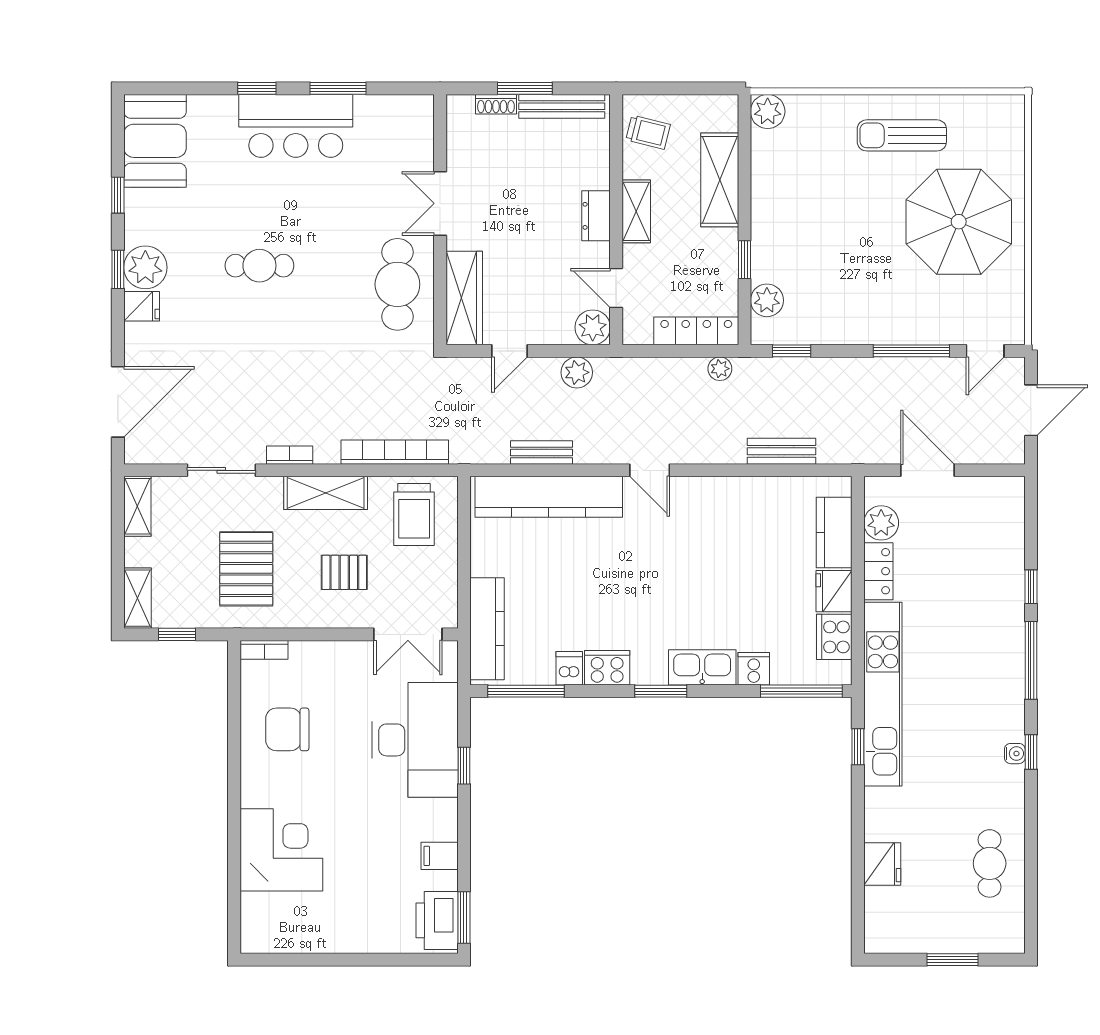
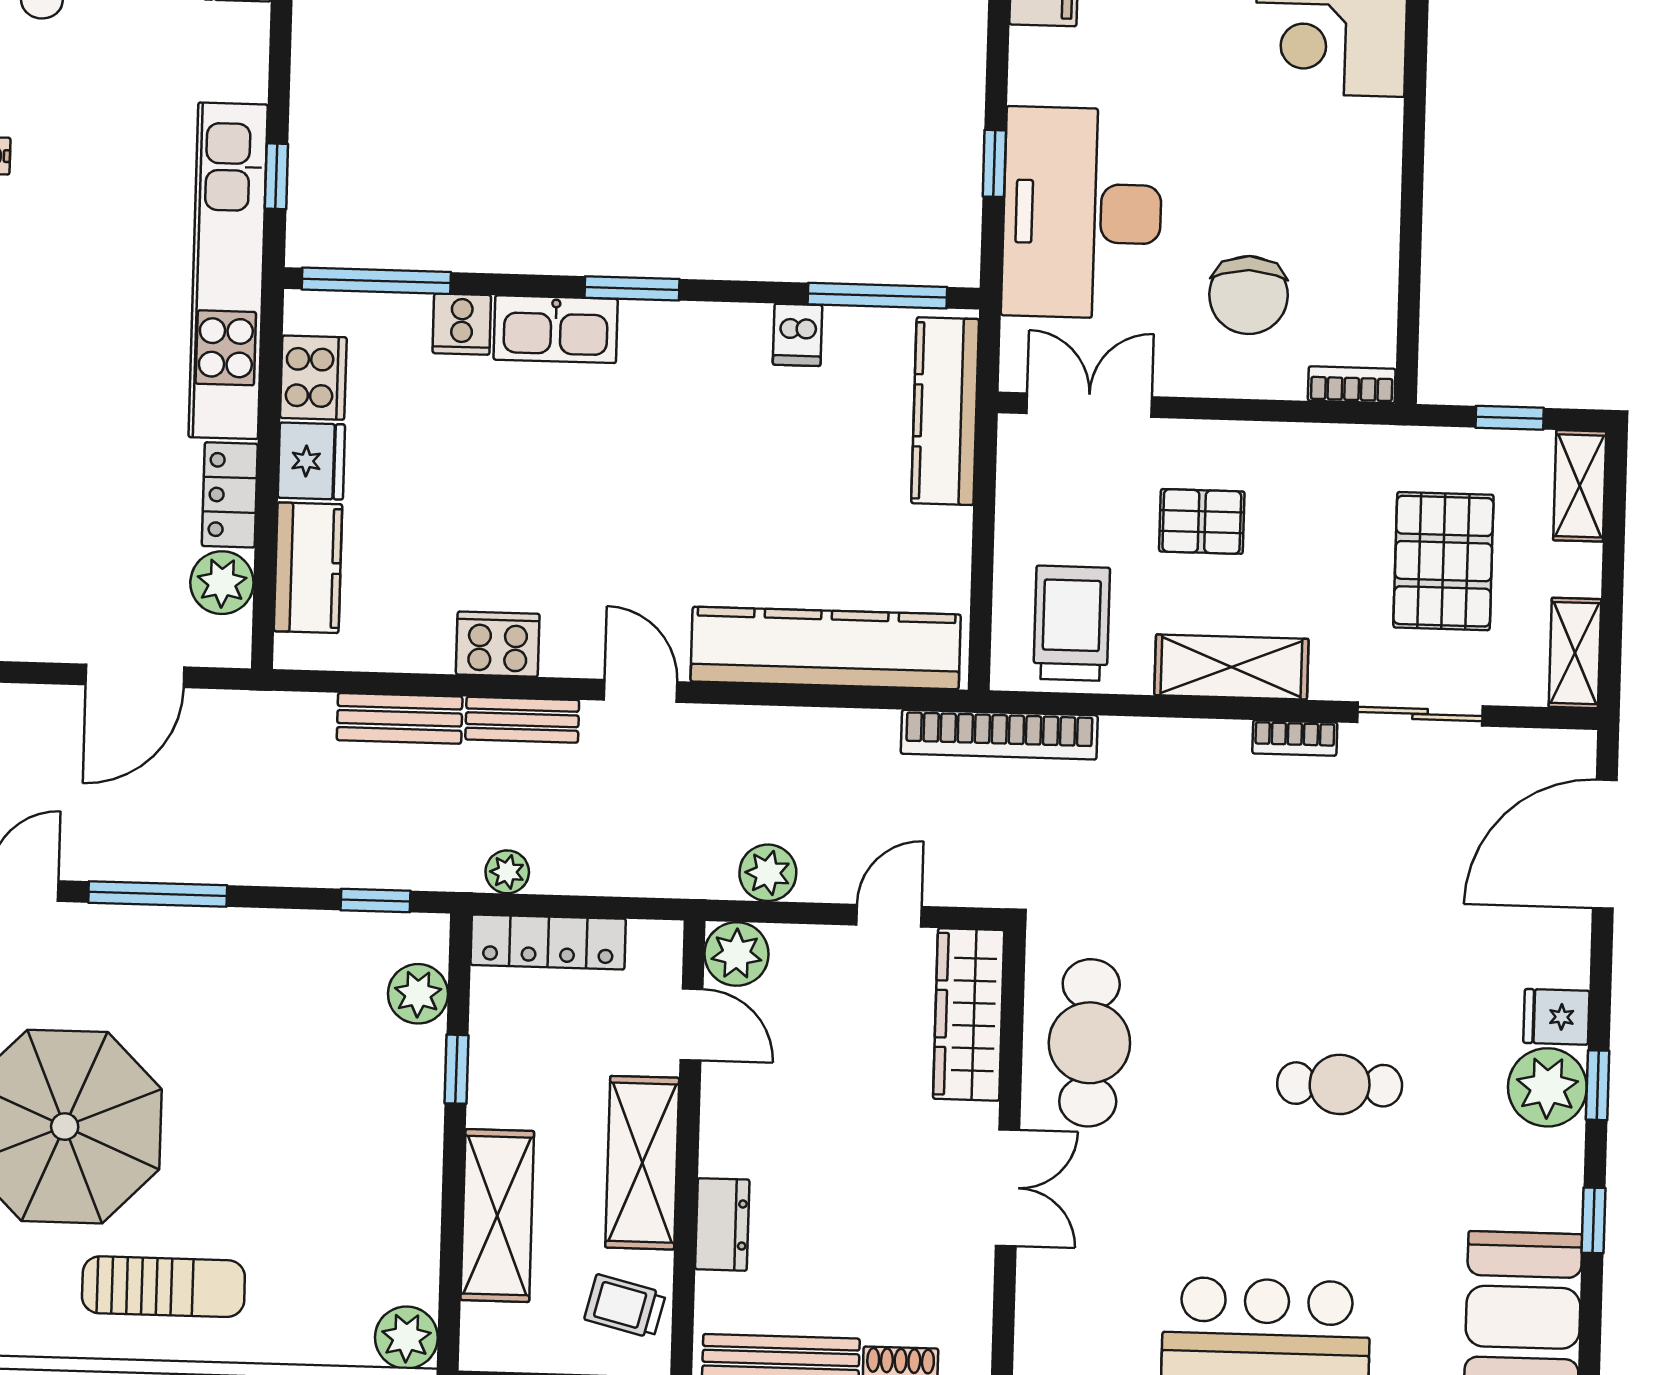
shelving: (636, 211) -> (642, 1163), width x1.50, depth x1.33
dresser: (596, 216) -> (722, 1224), moved
bookcase: (395, 452) -> (999, 735), moved
bench: (542, 453) -> (522, 720), moved
door: (927, 470) -> (135, 676), hinge flipped
pallet: (246, 569) -> (1443, 561), moved
cooker: (607, 668) -> (498, 644), moved, turned 180
chair: (287, 729) -> (1249, 295), moved, turned 90

